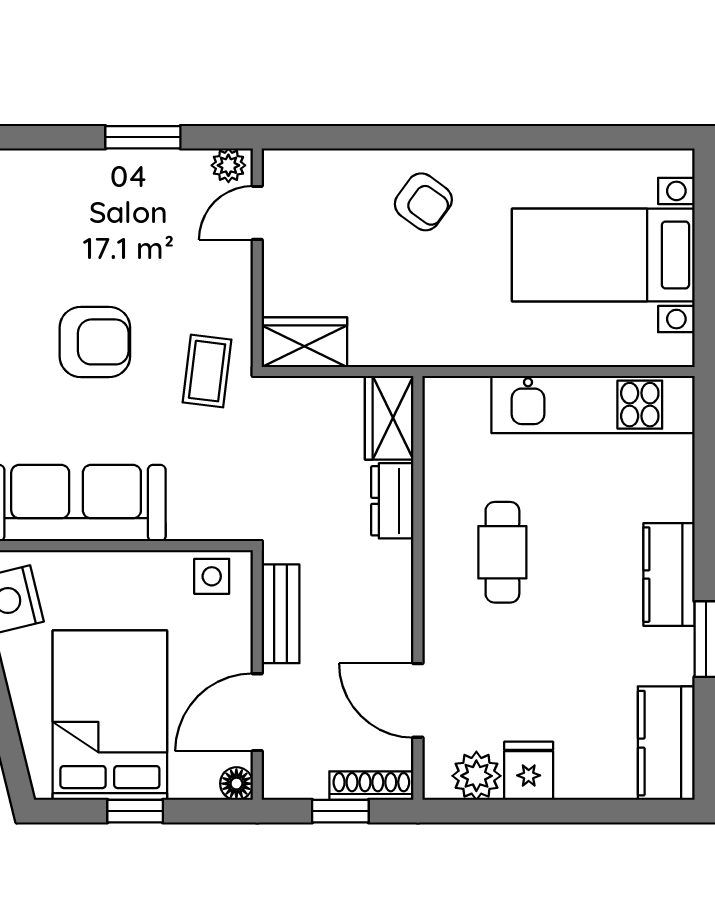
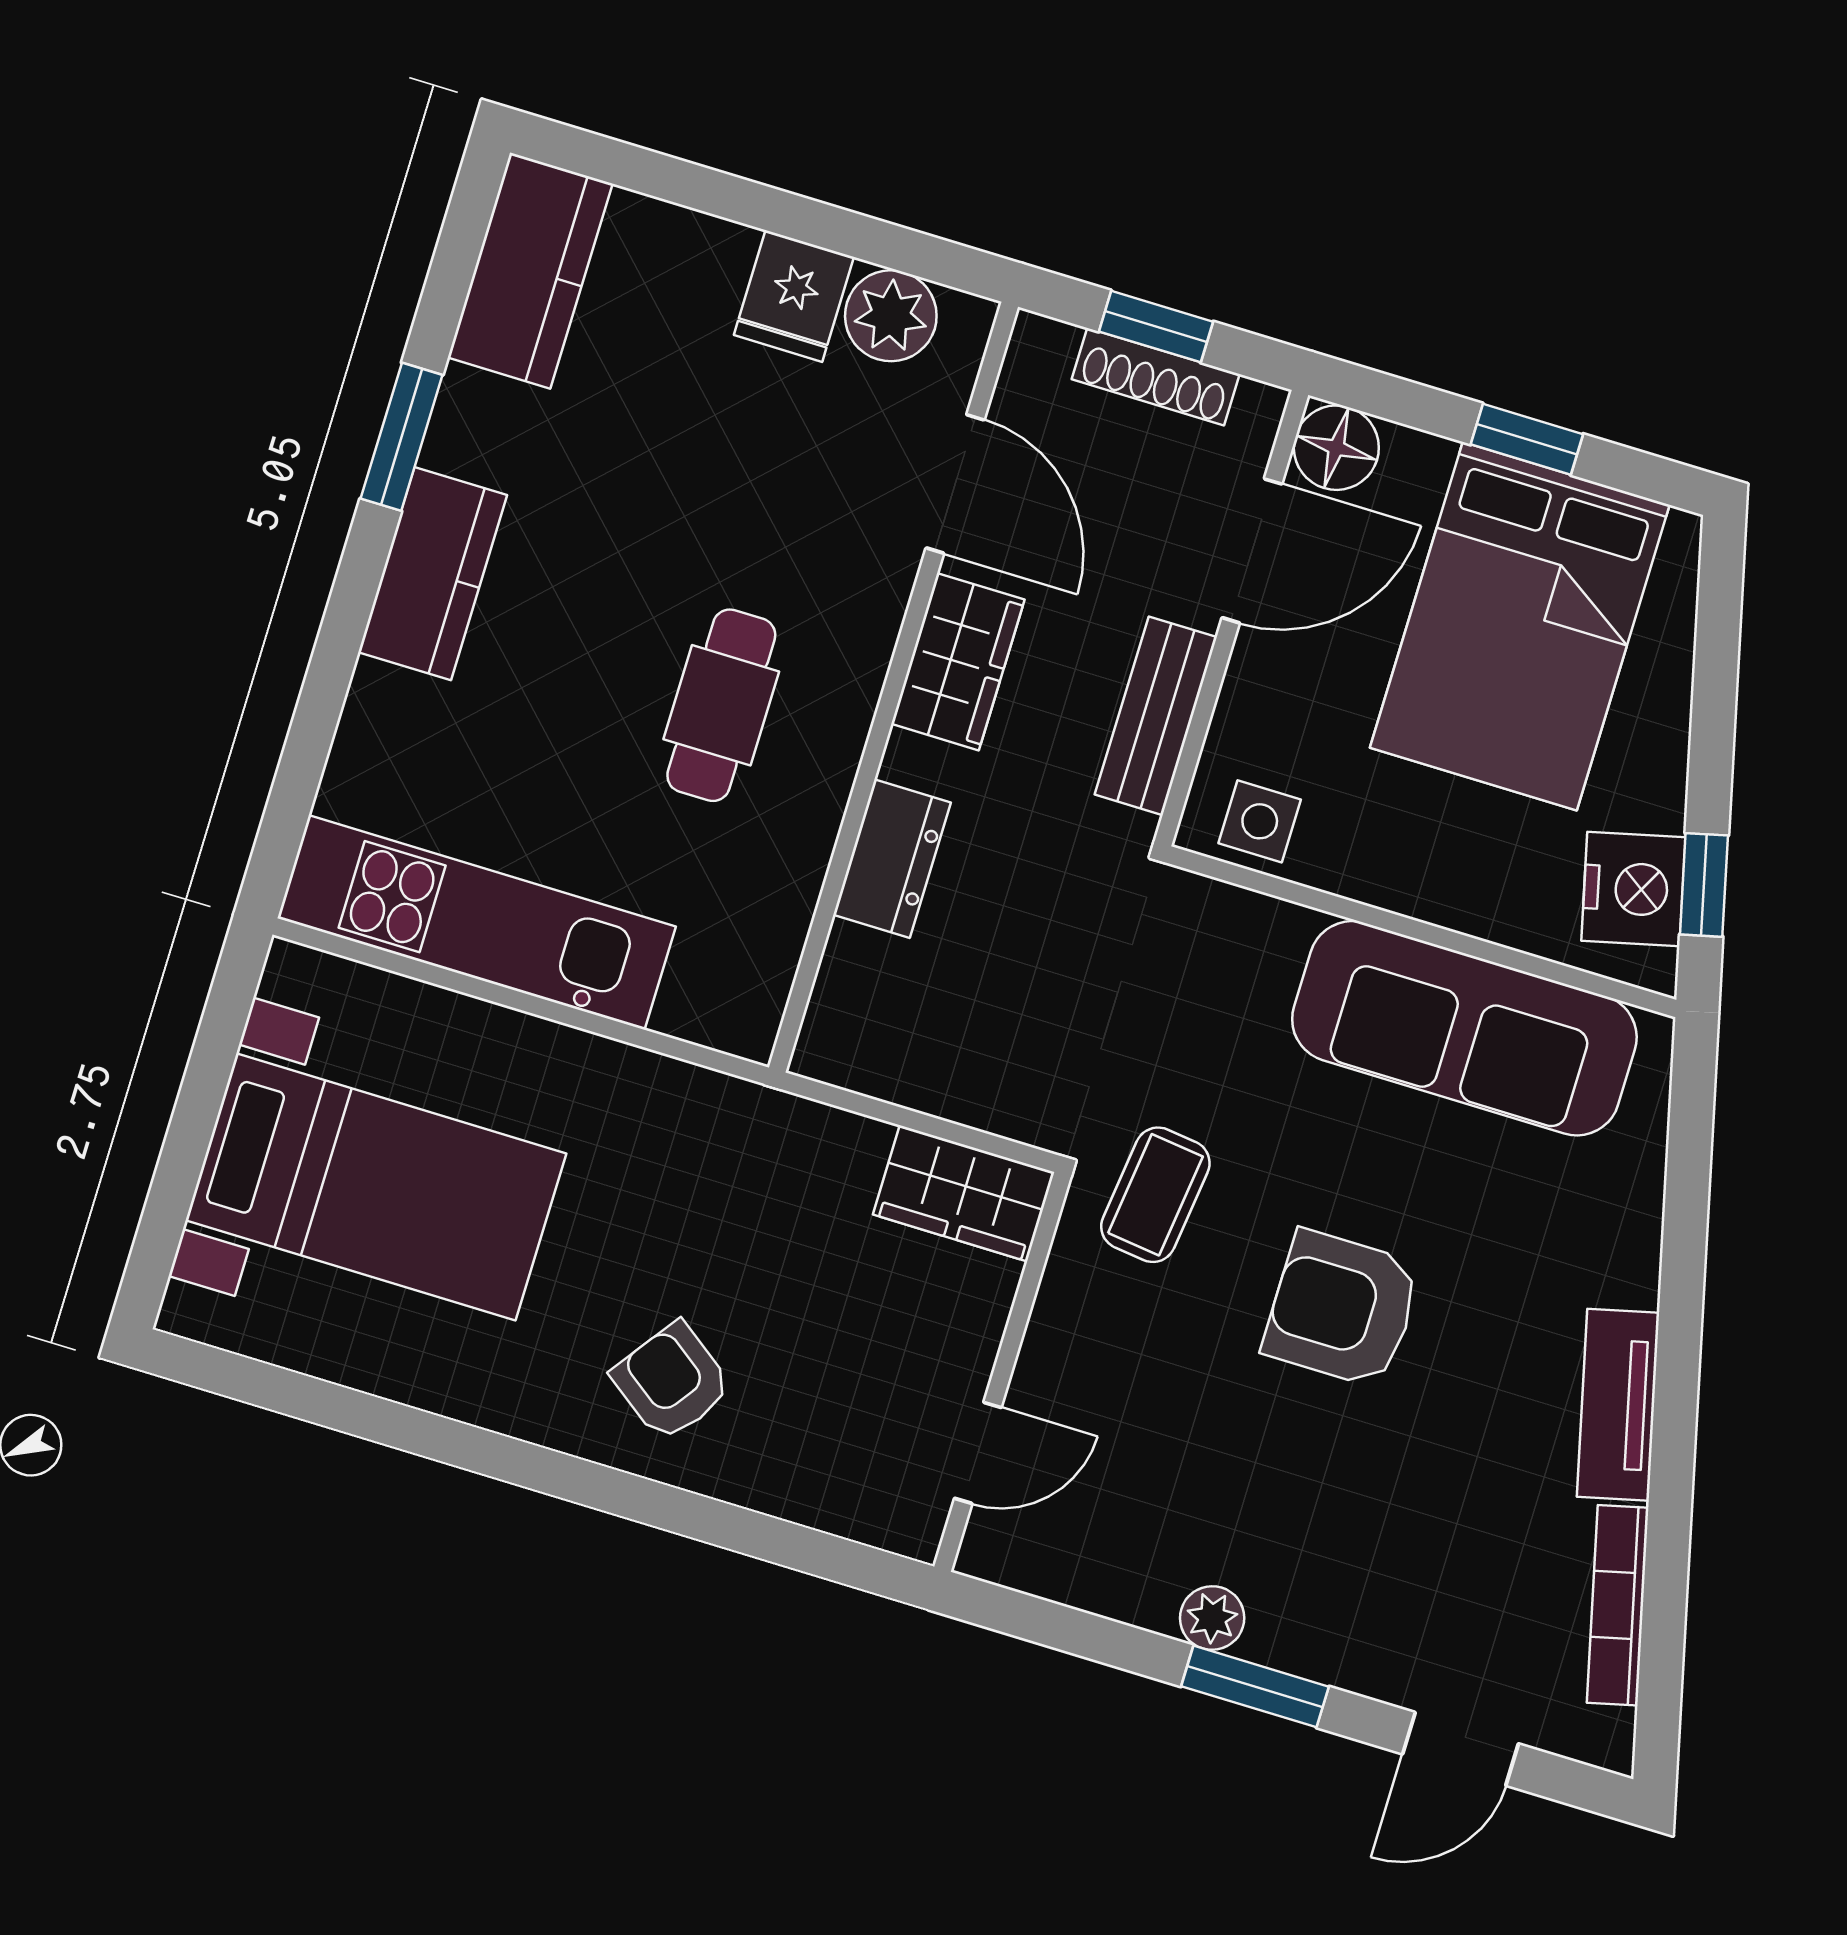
window: (143, 137) -> (1255, 1686), moved
plant: (228, 165) -> (1212, 1618), moved
wardrobe: (389, 418) -> (958, 662), moved
floor lamp: (236, 784) -> (1336, 448), width x1.37, depth x1.37
shoe rack: (371, 786) -> (1156, 377), moved

